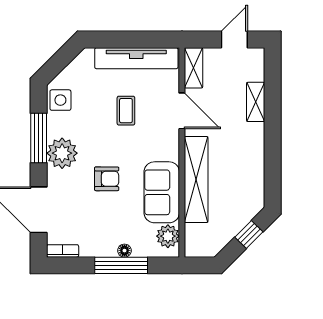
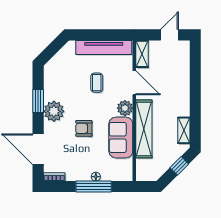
side table: (60, 100) -> (53, 76), removed
shelving: (256, 102) -> (184, 130), moved
window: (39, 138) -> (38, 101), width x0.69
armchair: (107, 179) -> (84, 128), turned 180
plant: (168, 236) -> (125, 108), moved

